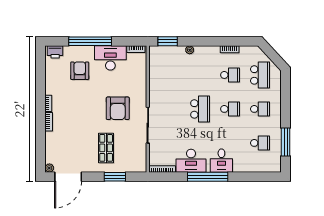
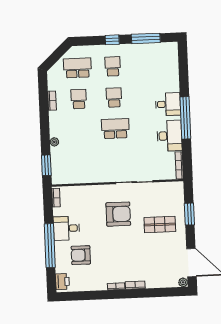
desk: (110, 58) -> (66, 228), width x0.73
window: (286, 110) -> (112, 40), added
school desk: (260, 143) -> (148, 65), removed

